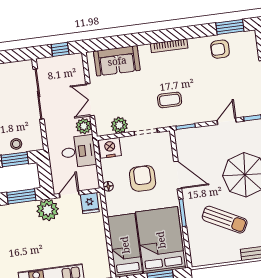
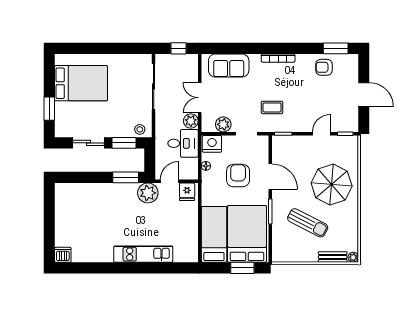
stool: (16, 144) -> (140, 129), moved
floor lamp: (108, 186) -> (206, 166), moved

